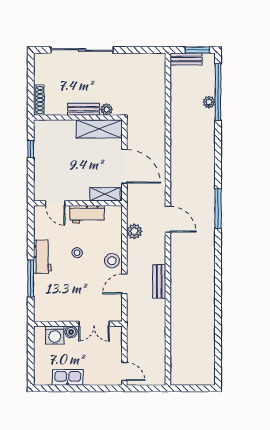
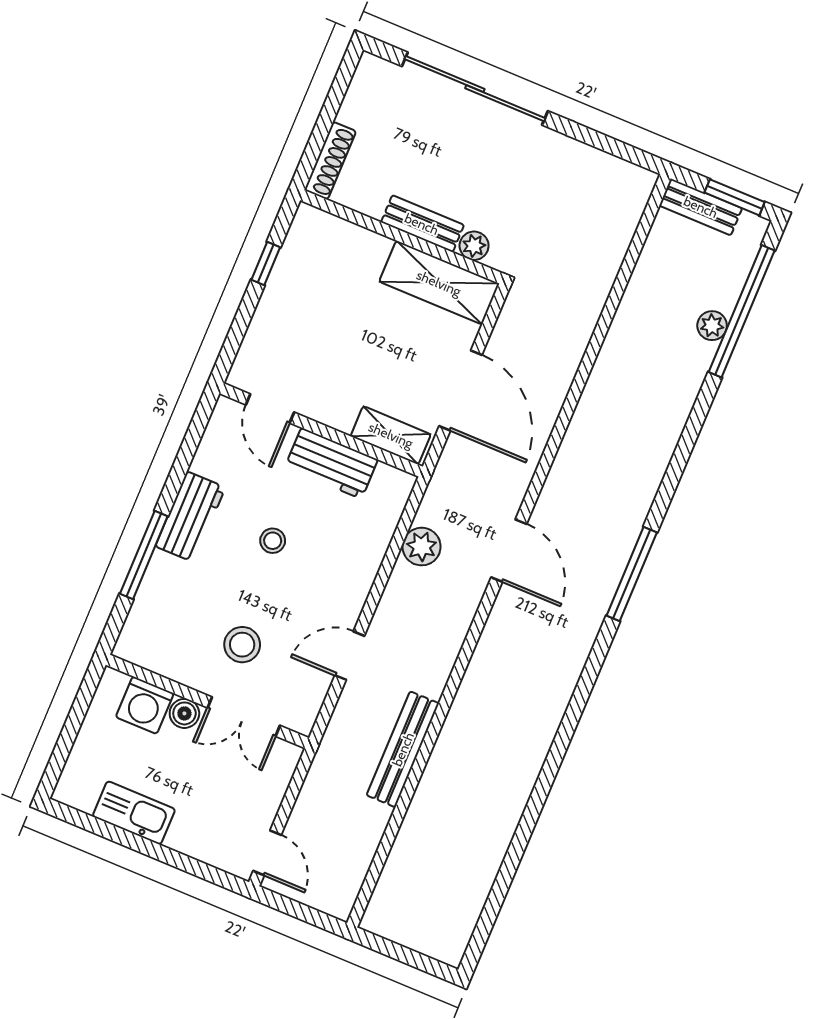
stool: (112, 261) -> (242, 645), moved
bench: (159, 281) -> (403, 749), moved, width x1.36

